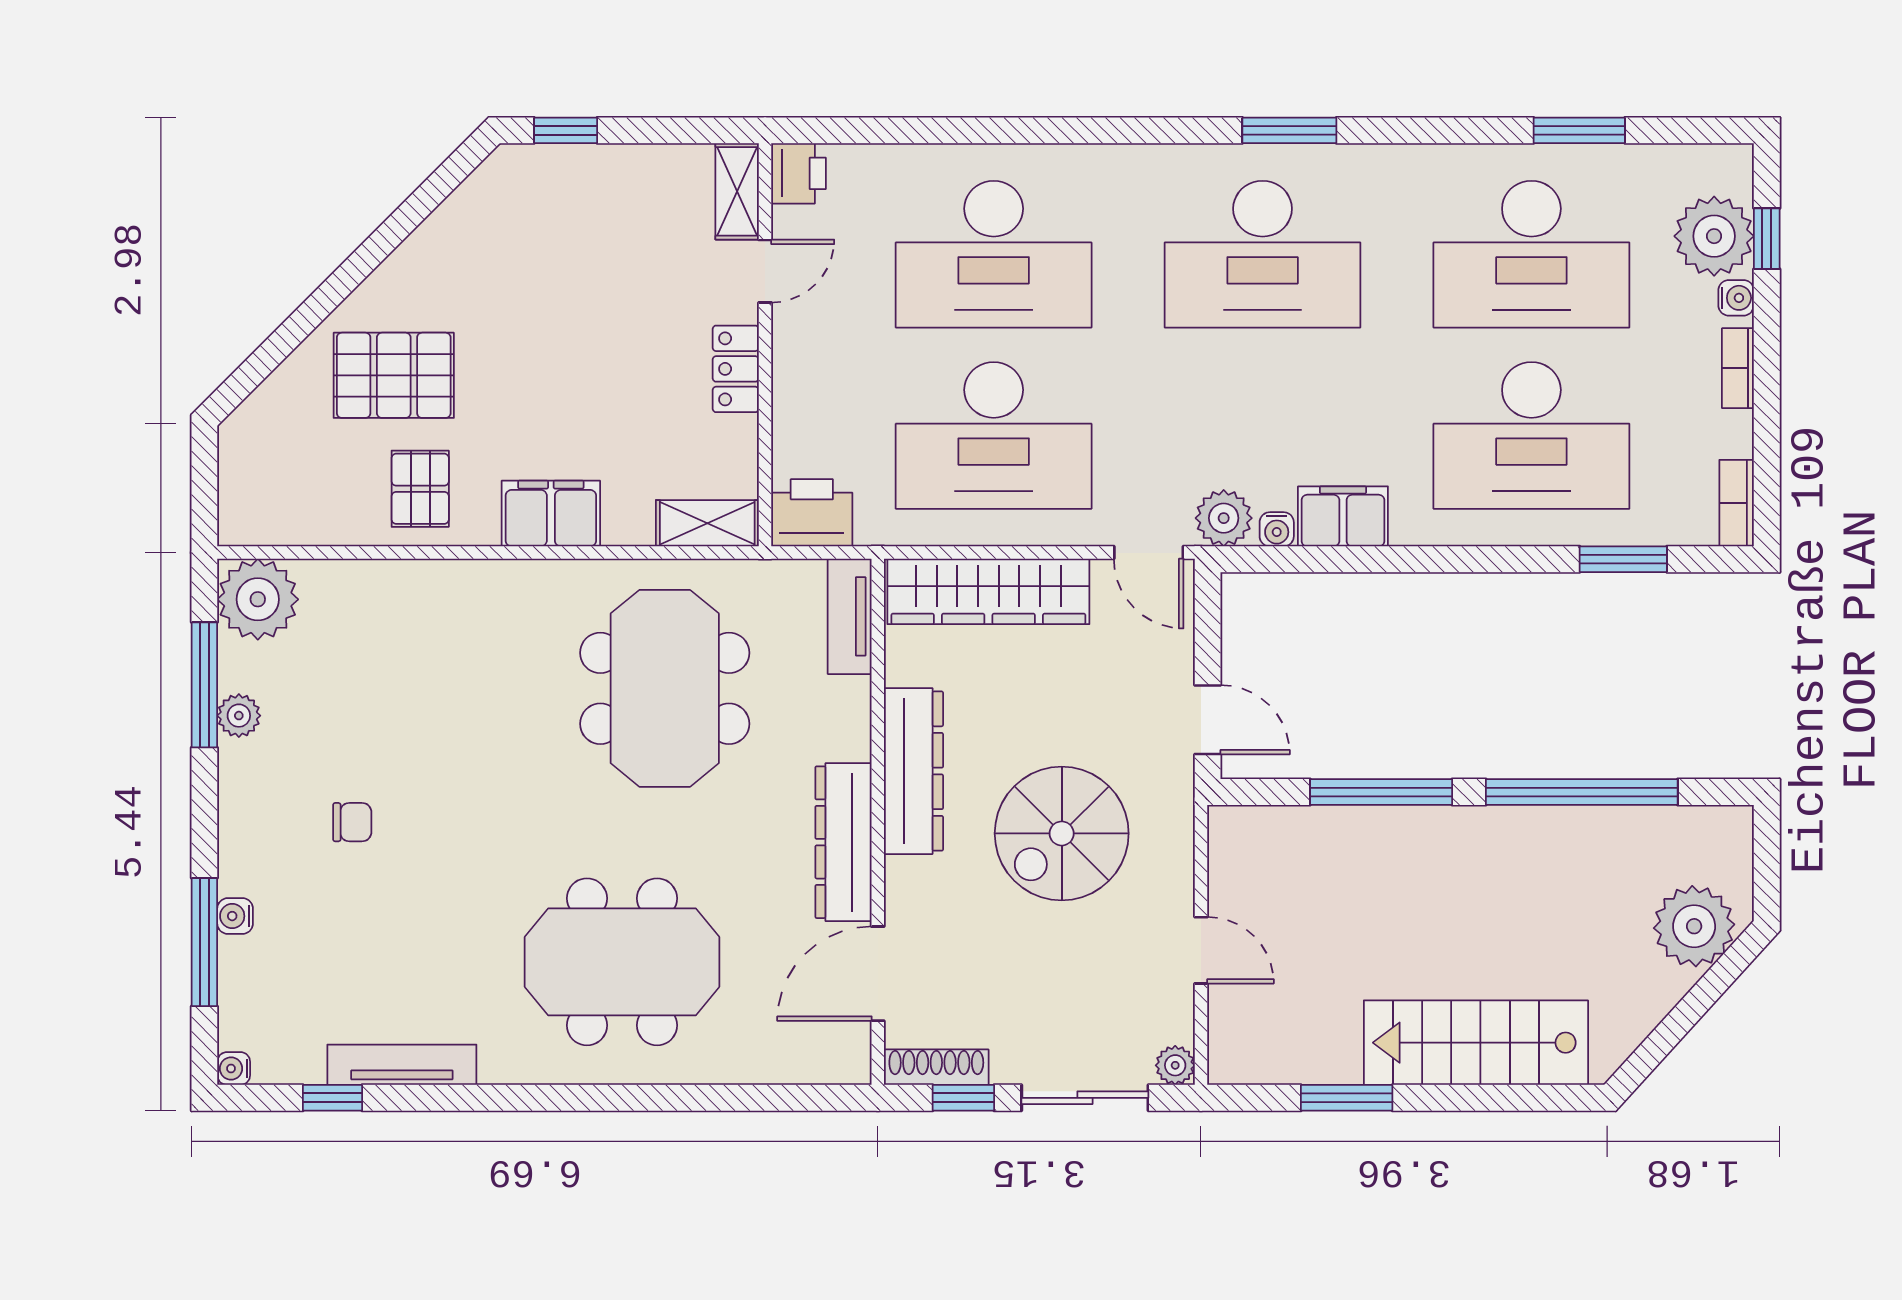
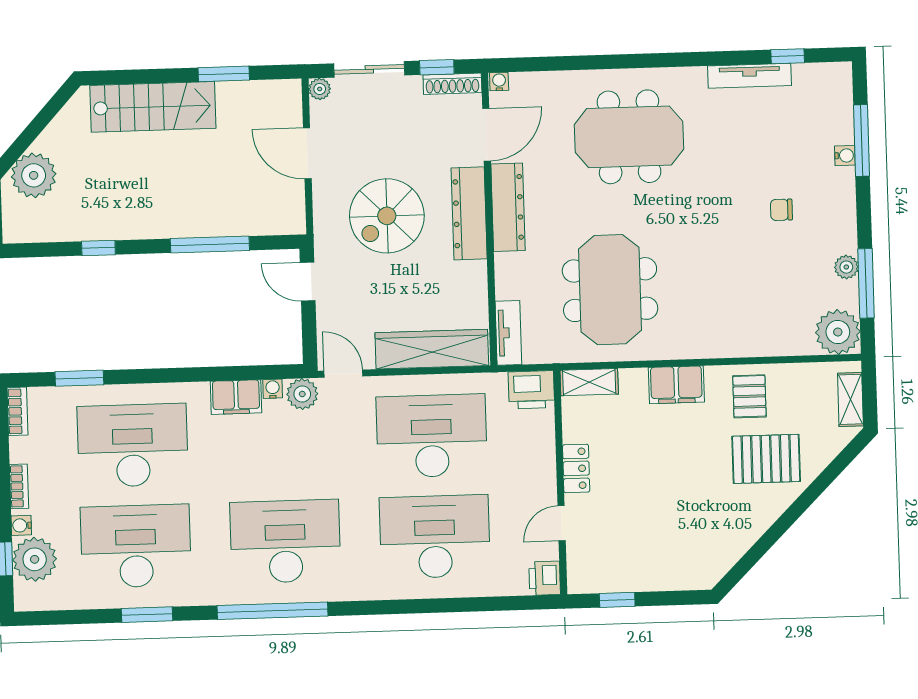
window: (566, 130) -> (617, 600), moved
window: (1289, 130) -> (272, 611), width x2.11
window: (1579, 130) -> (147, 615), moved
shelving: (737, 191) -> (850, 399), moved
dresser: (914, 771) -> (469, 213), moved
window: (1582, 792) -> (98, 248), width x0.32
spiral stairs: (1062, 833) -> (387, 216), turned 180
door: (1201, 950) -> (307, 153), width x1.38
water cooler: (234, 1069) -> (499, 82), moved, turned -90

